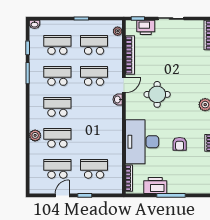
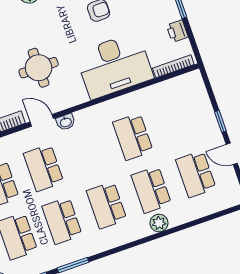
school desk: (94, 169) -> (133, 137), moved
printer: (155, 185) -> (177, 31), width x0.53, depth x0.68

